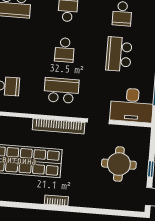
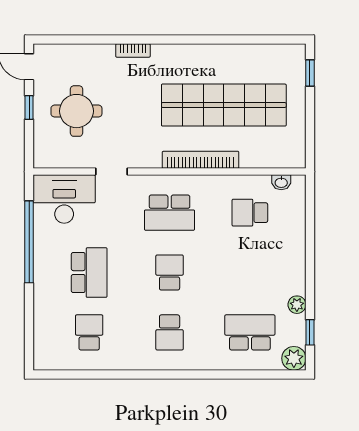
bookcase: (59, 126) -> (201, 160), moved
bookcase: (56, 200) -> (133, 50), moved

